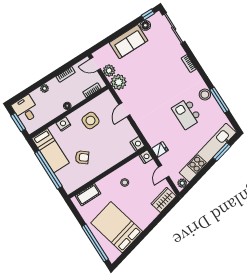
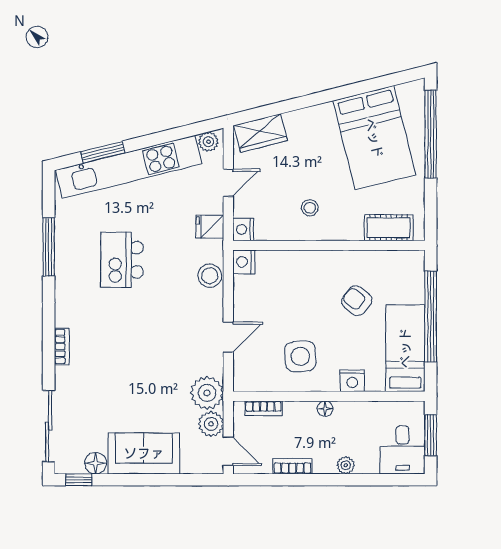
stool: (205, 95) -> (210, 276), moved
kitchen island: (187, 114) -> (122, 260), turned 180

